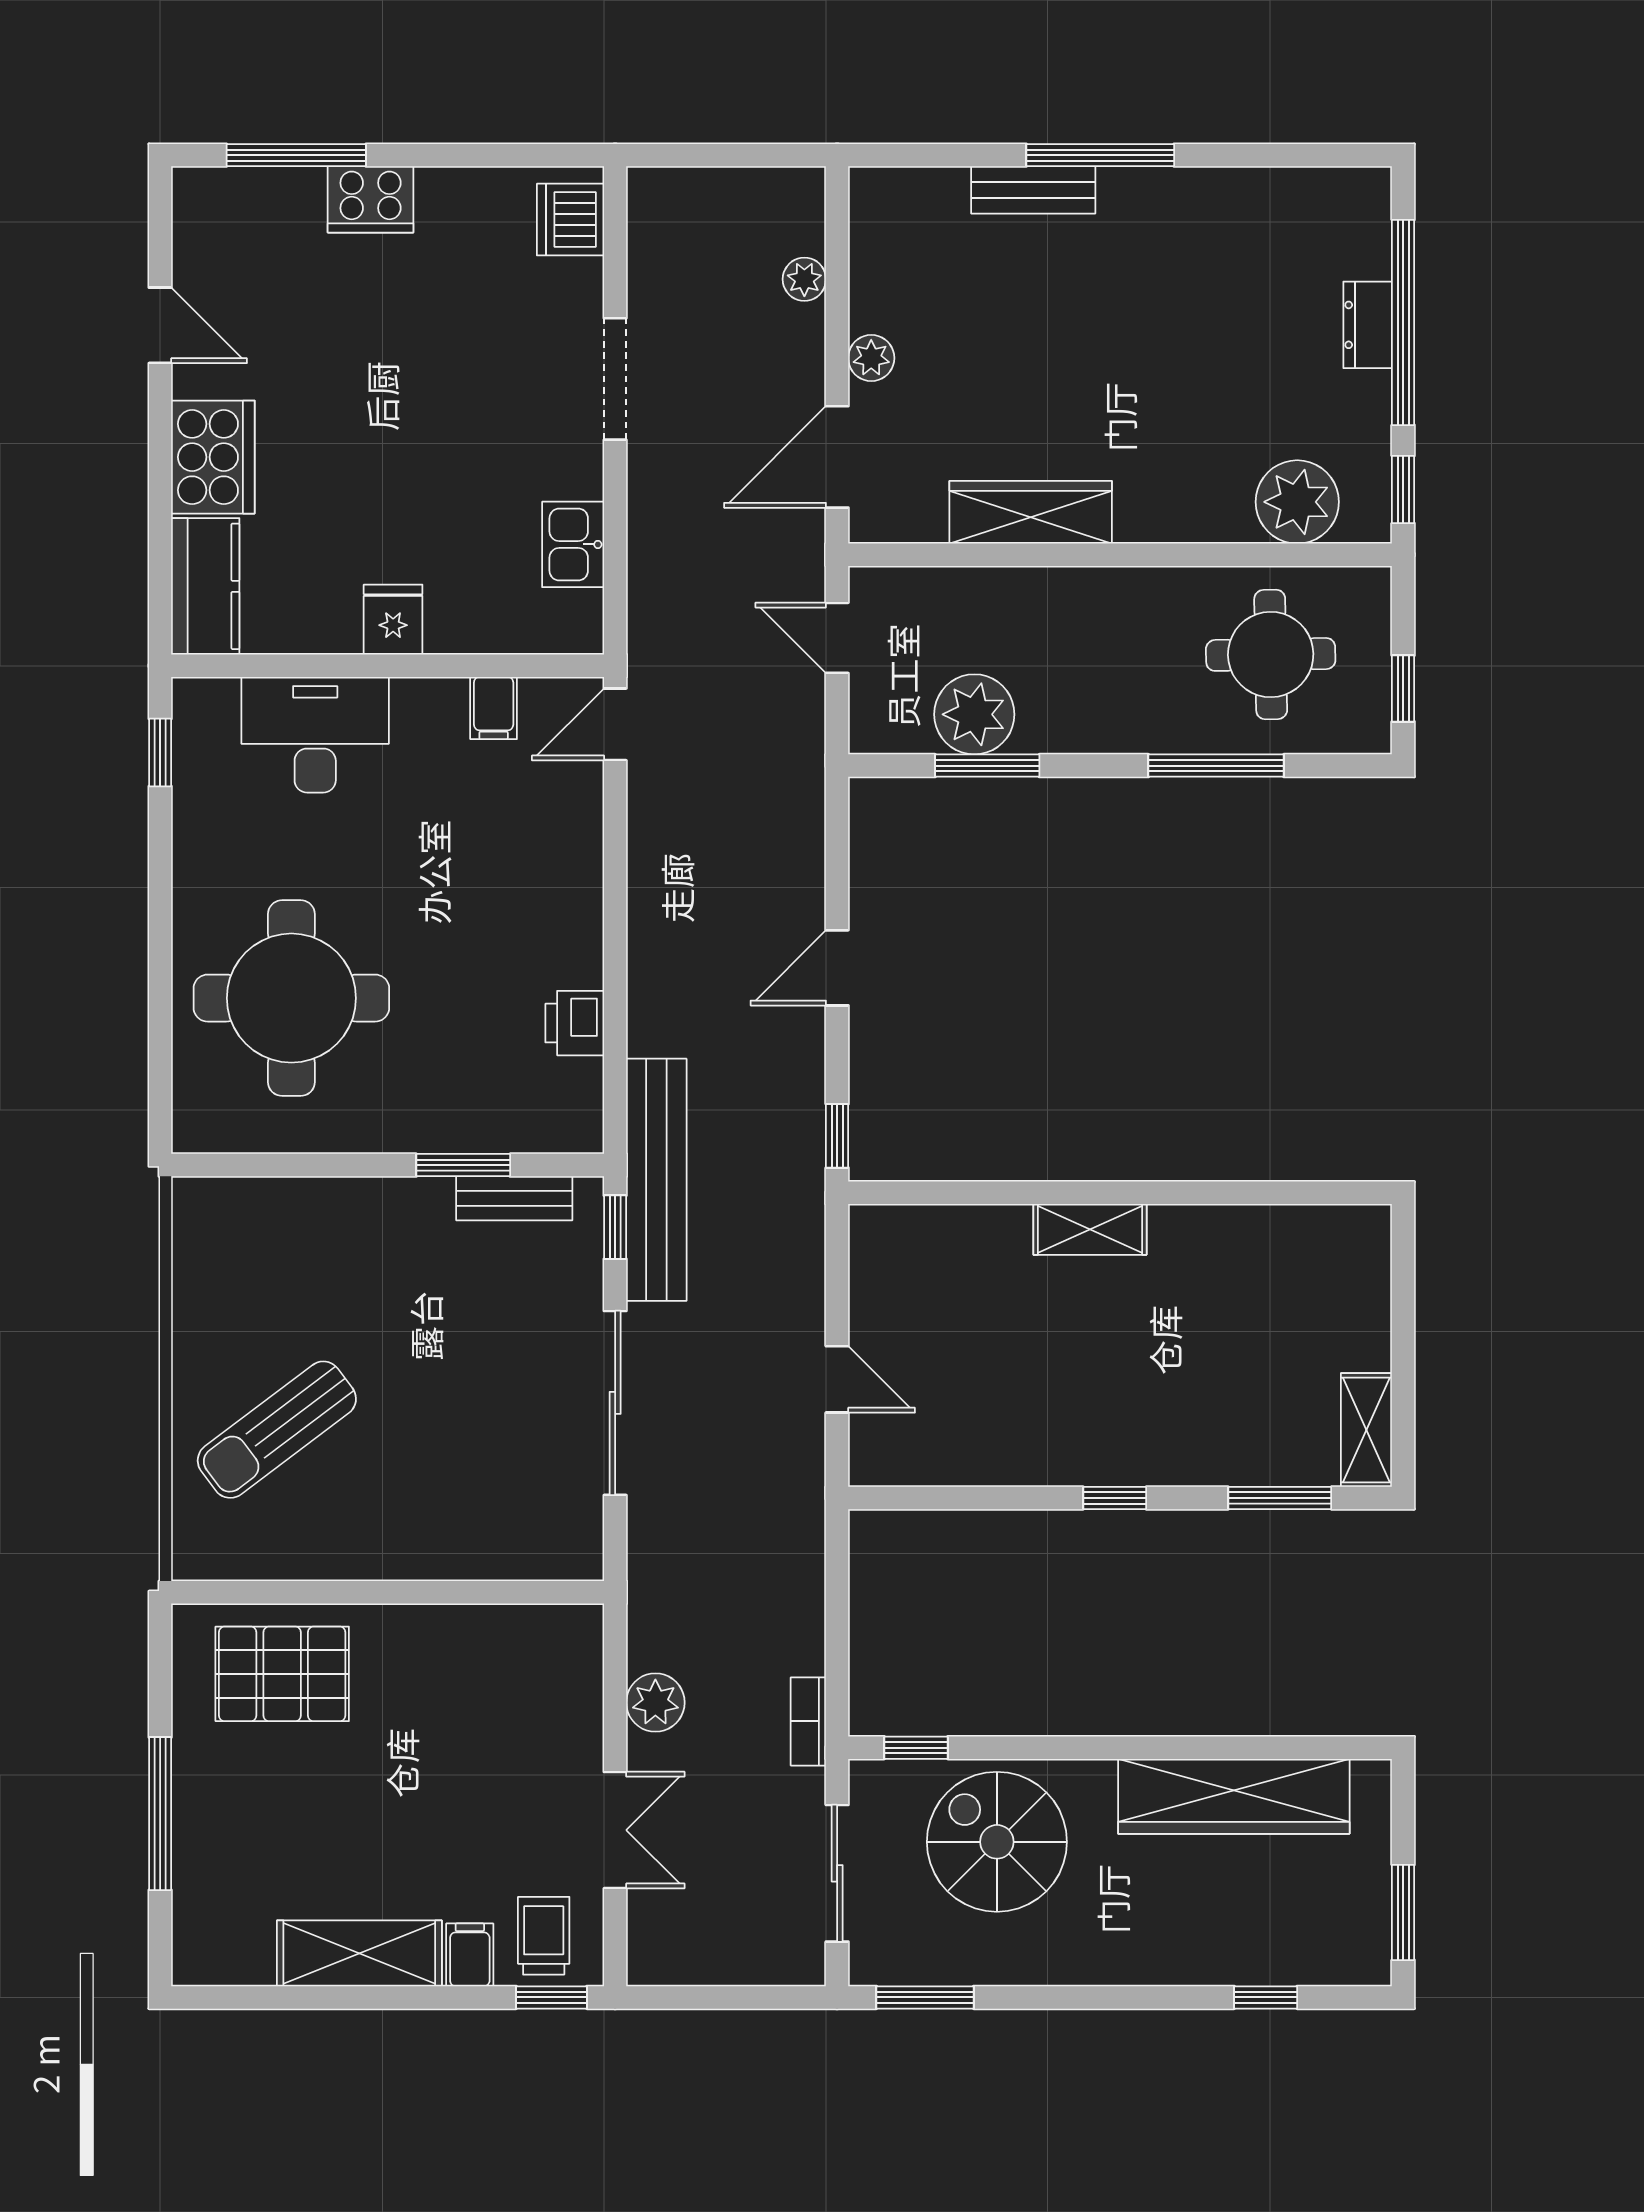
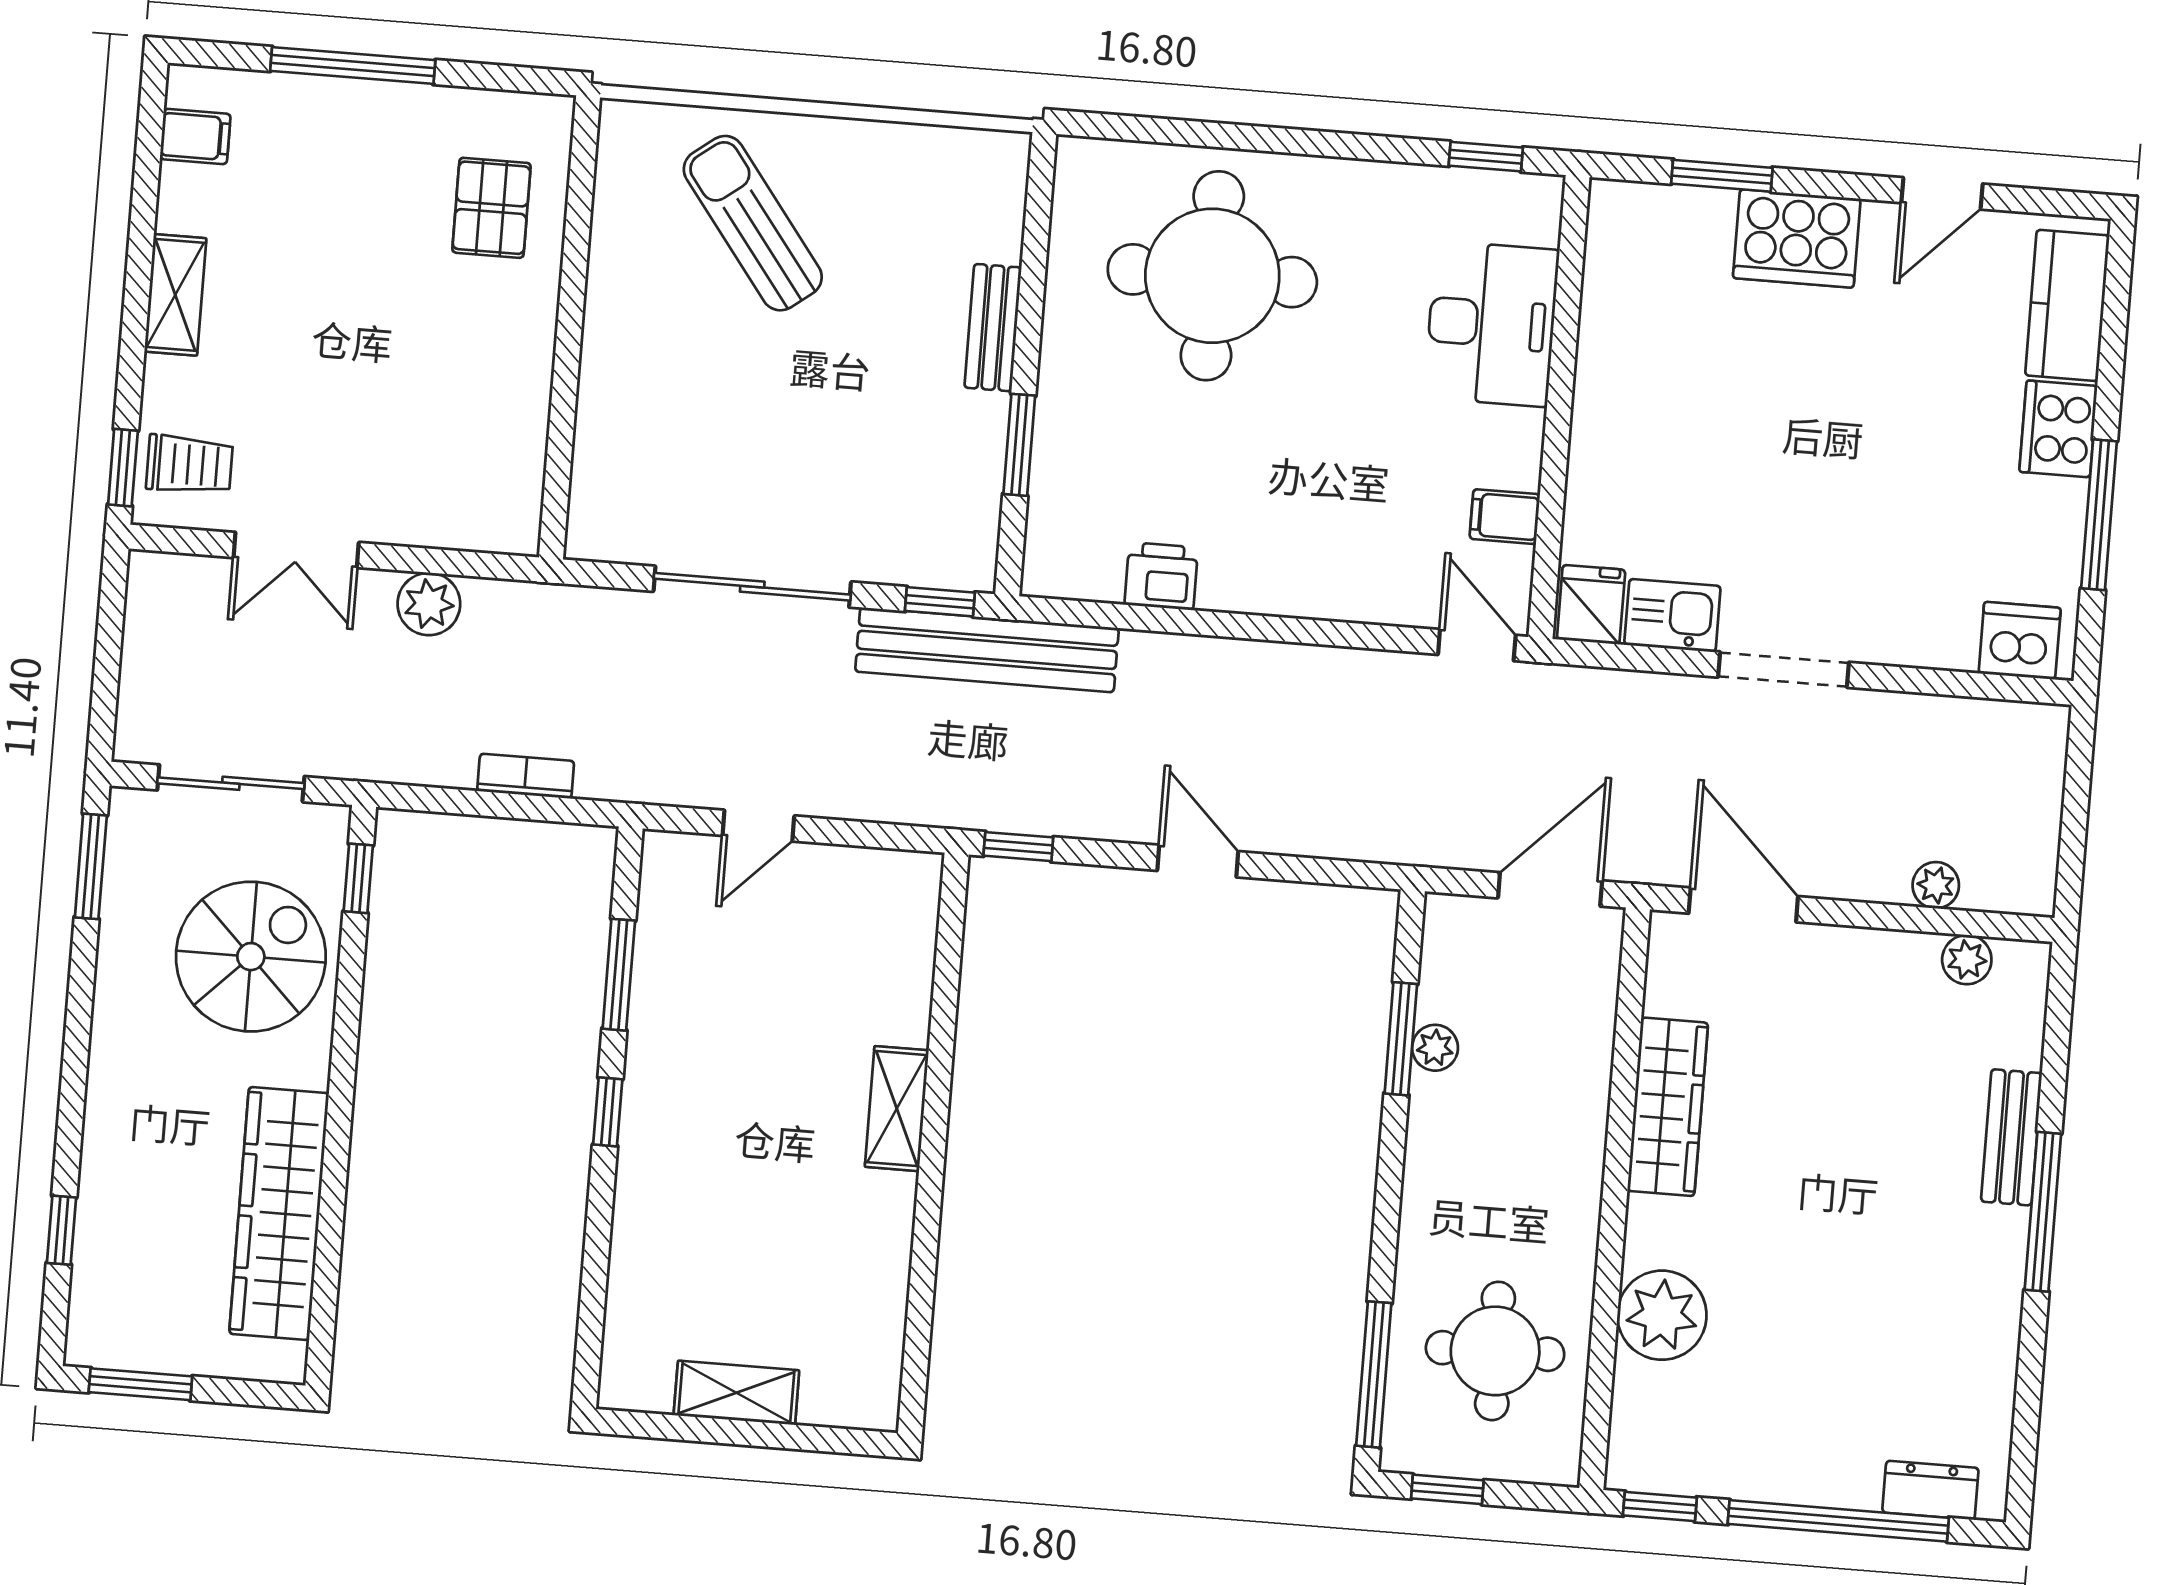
window: (296, 155) -> (2099, 515), moved
dresser: (1368, 325) -> (1930, 1490), moved
plant: (871, 358) -> (1967, 960), moved
doorway: (615, 379) -> (1784, 670), moved
plant: (1297, 502) -> (1662, 1315), moved
window: (160, 531) -> (1722, 176), added
kitchen counter: (205, 586) -> (2067, 305), moved, turned 90
fridge: (393, 620) -> (1591, 605), moved, turned -90
door: (837, 638) -> (1550, 889), width x1.38
plant: (974, 714) -> (1435, 1048), width x0.53, depth x0.53
window: (1216, 766) -> (1374, 1374), moved
bench: (514, 1198) -> (993, 328), moved
shelving: (1366, 1430) -> (736, 1393), moved
window: (1280, 1498) -> (619, 975), moved
pallet: (282, 1674) -> (491, 208), width x0.67, depth x0.71
bookcase: (808, 1721) -> (526, 776), moved
shelving: (359, 1953) -> (175, 295), width x0.67, depth x0.75
filing cabinet: (470, 1955) -> (195, 136), moved

